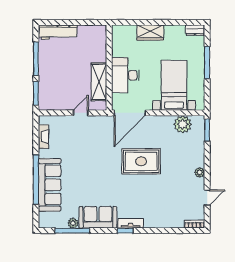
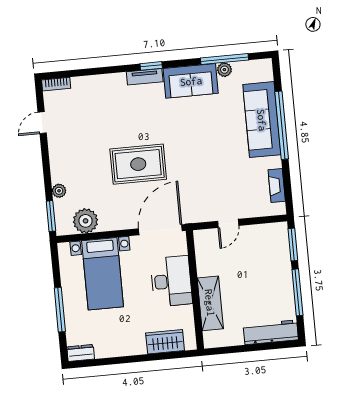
wardrobe: (150, 32) -> (165, 342), moved
shelving: (99, 82) -> (210, 303), moved
plant: (200, 172) -> (59, 191), moved

